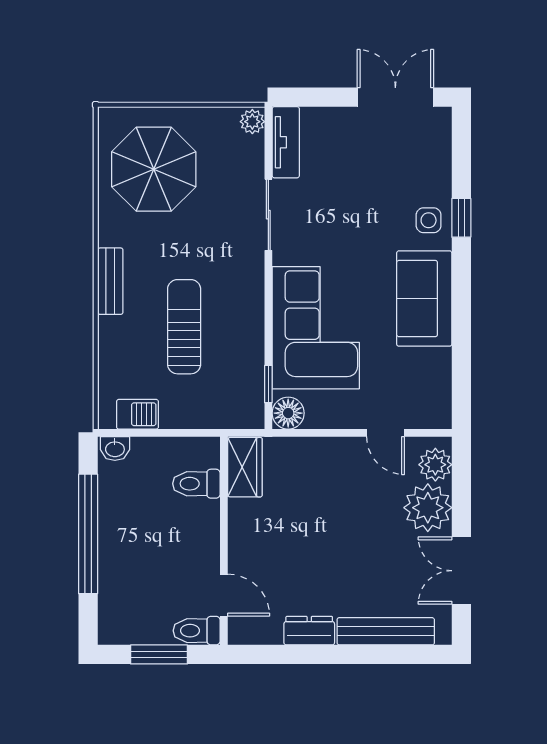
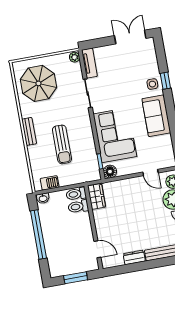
sun lounger: (184, 327) -> (62, 144), turned 180
toilet: (197, 631) -> (76, 194), moved

